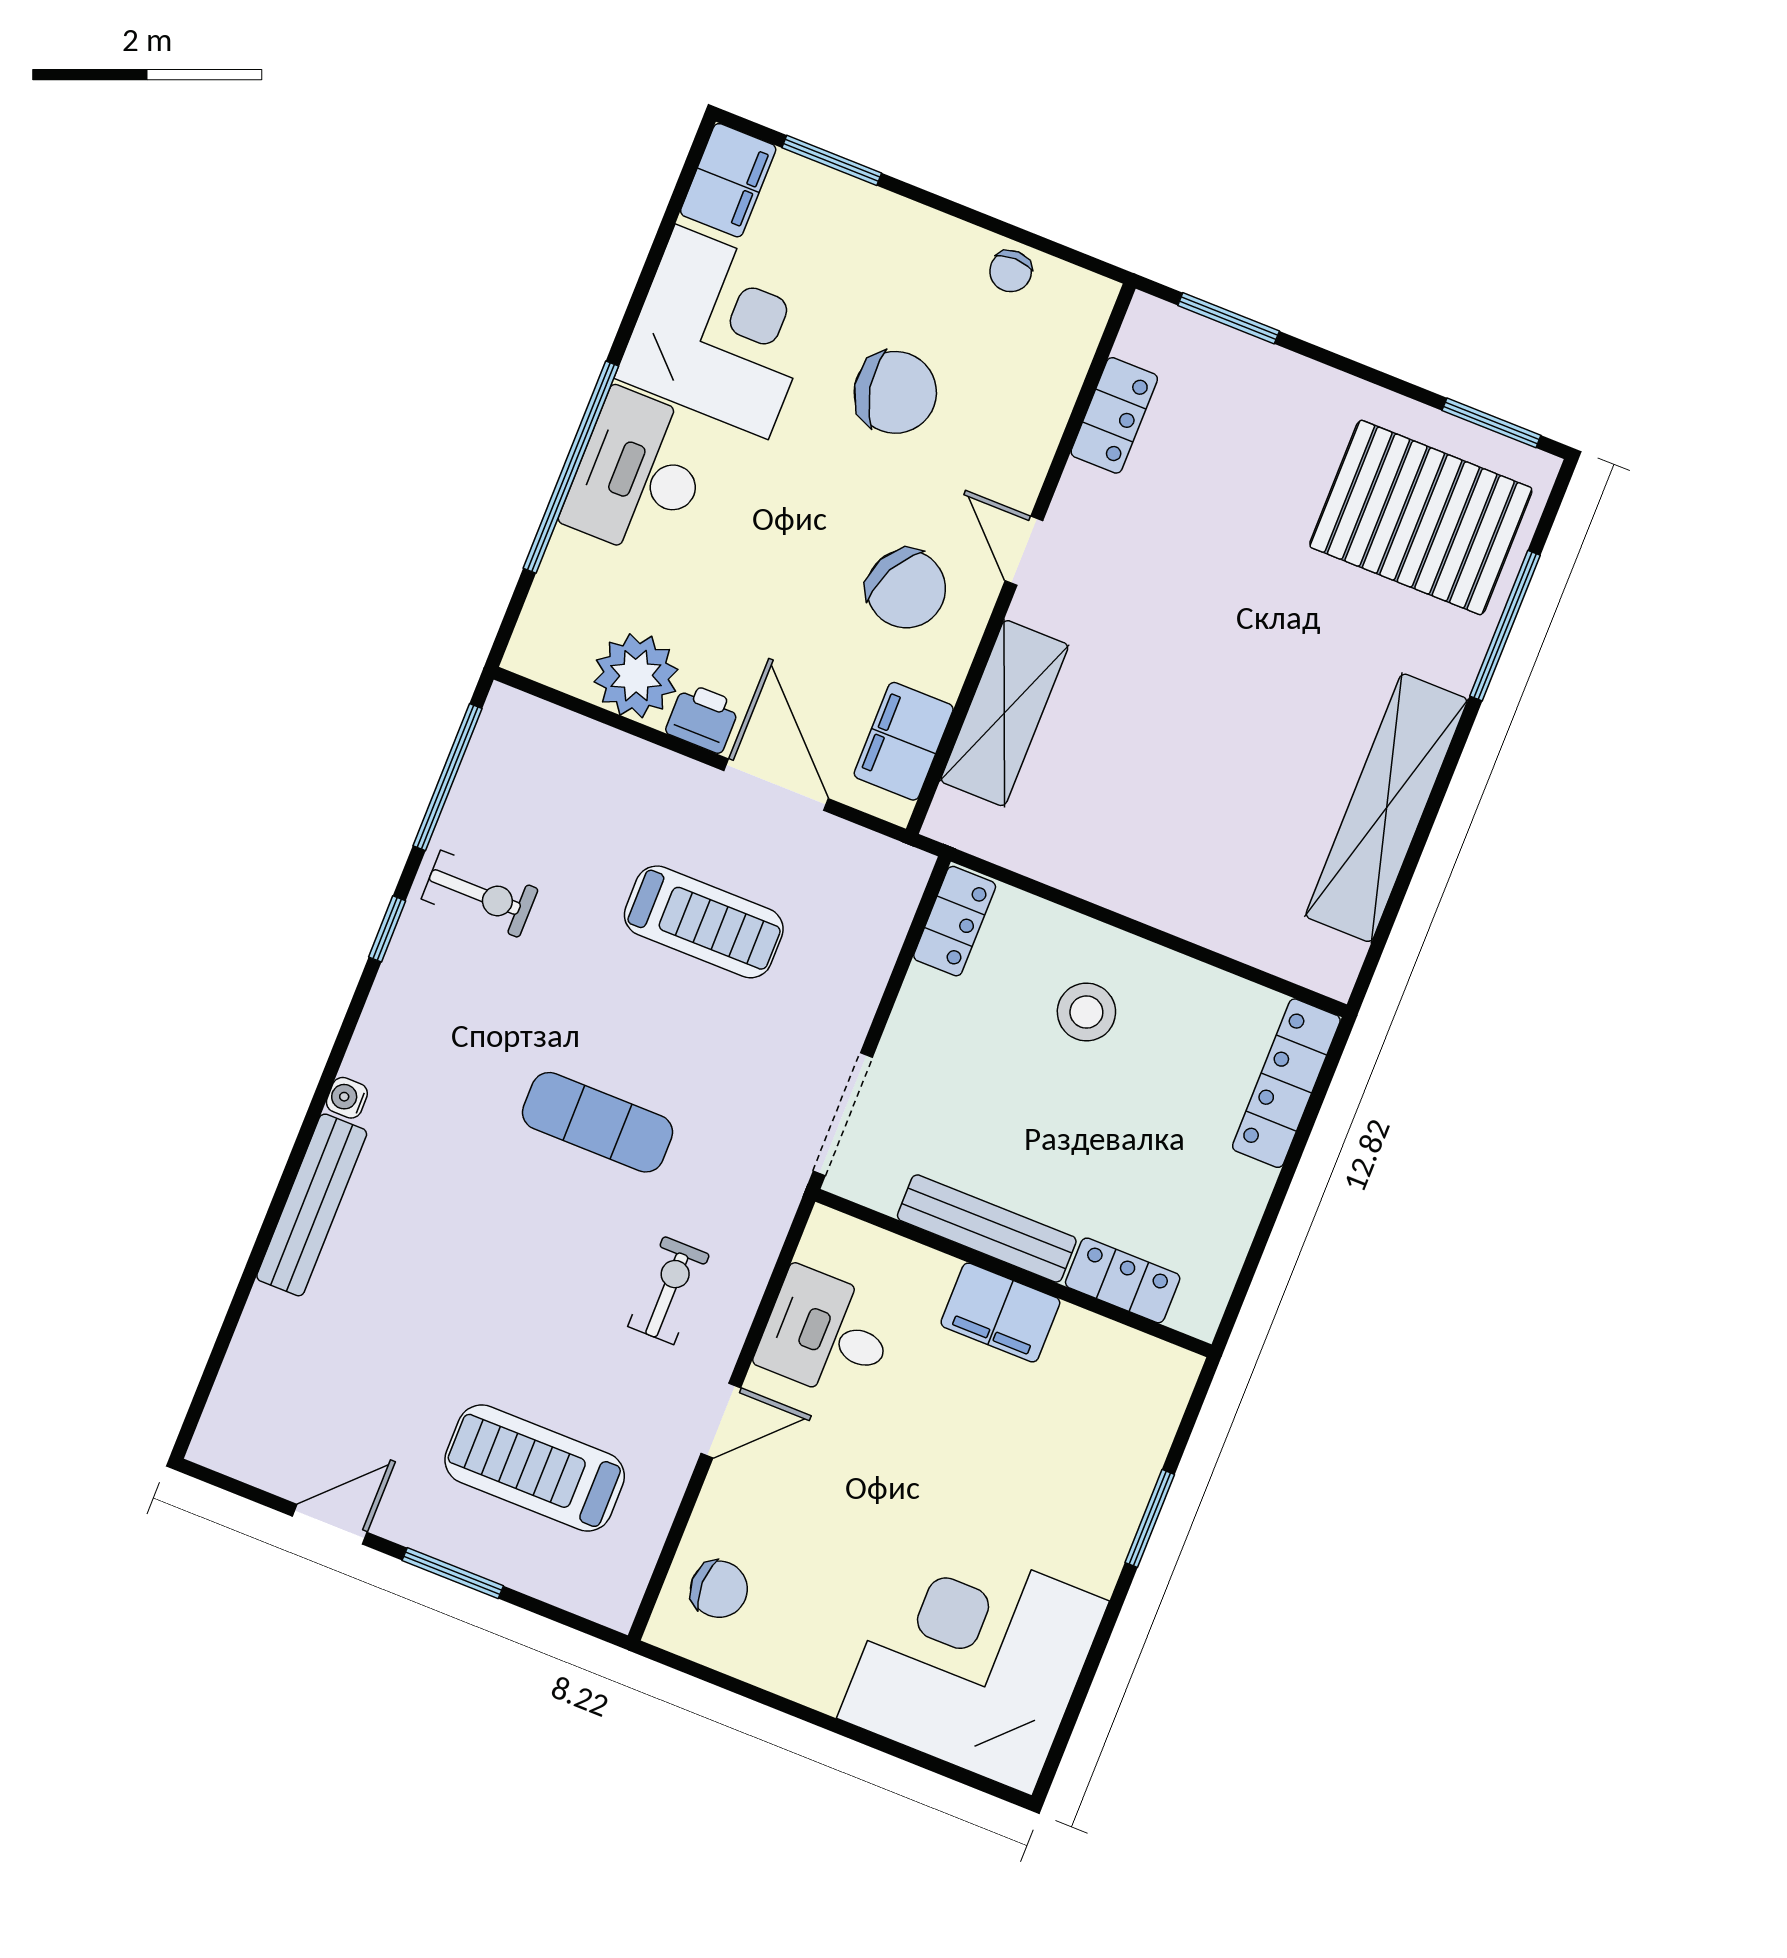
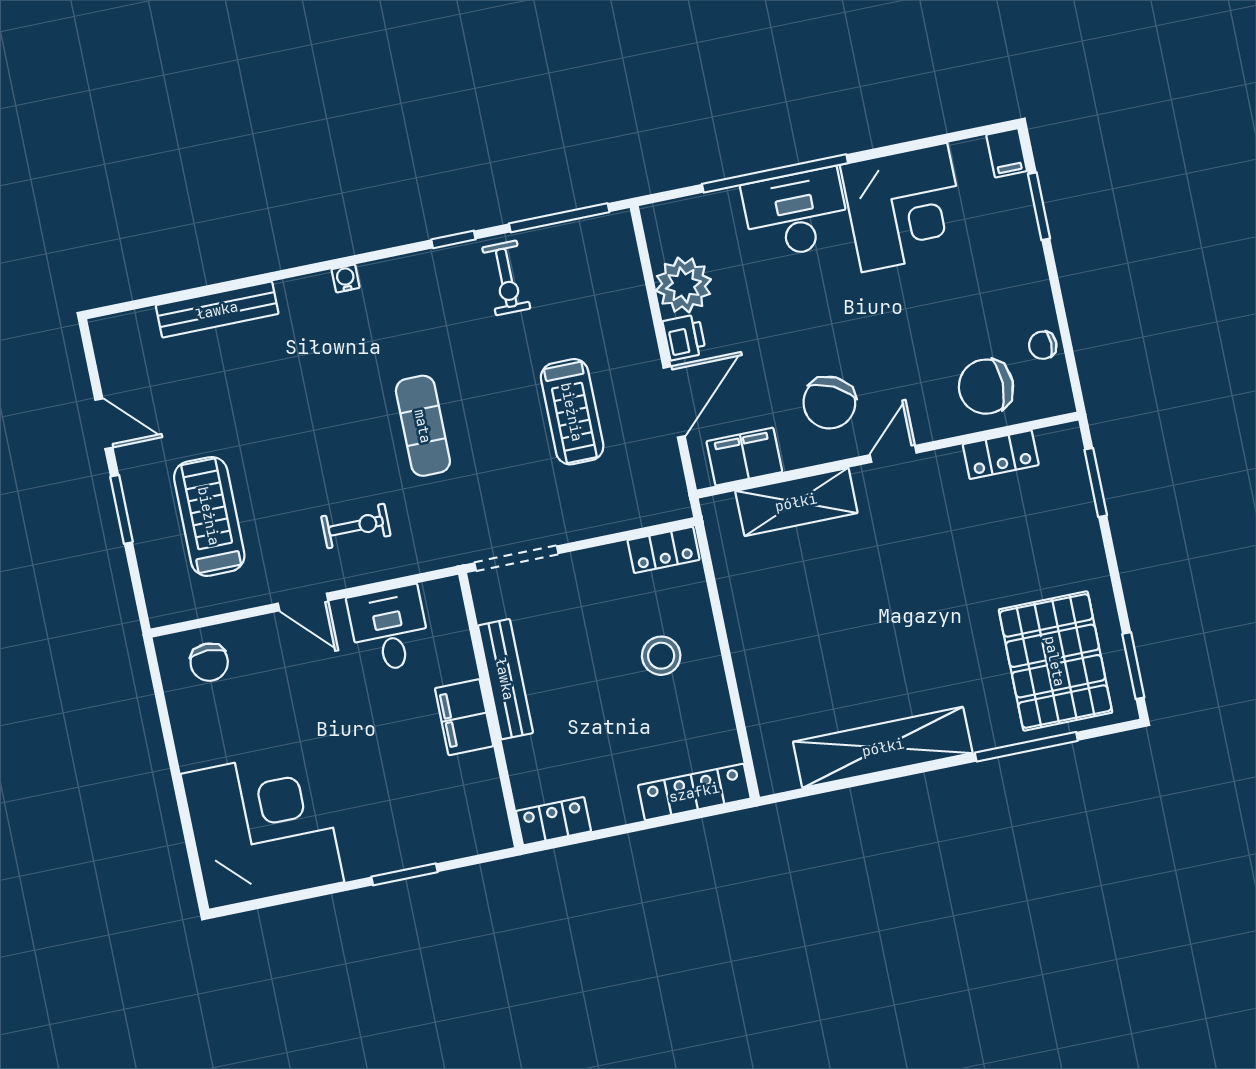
filing cabinet: (728, 180) -> (1007, 153), width x0.50
chair: (895, 392) -> (986, 387), moved, turned 101
bench: (312, 1205) -> (217, 310), moved
locker: (1123, 1280) -> (554, 821), moved, turned -90

